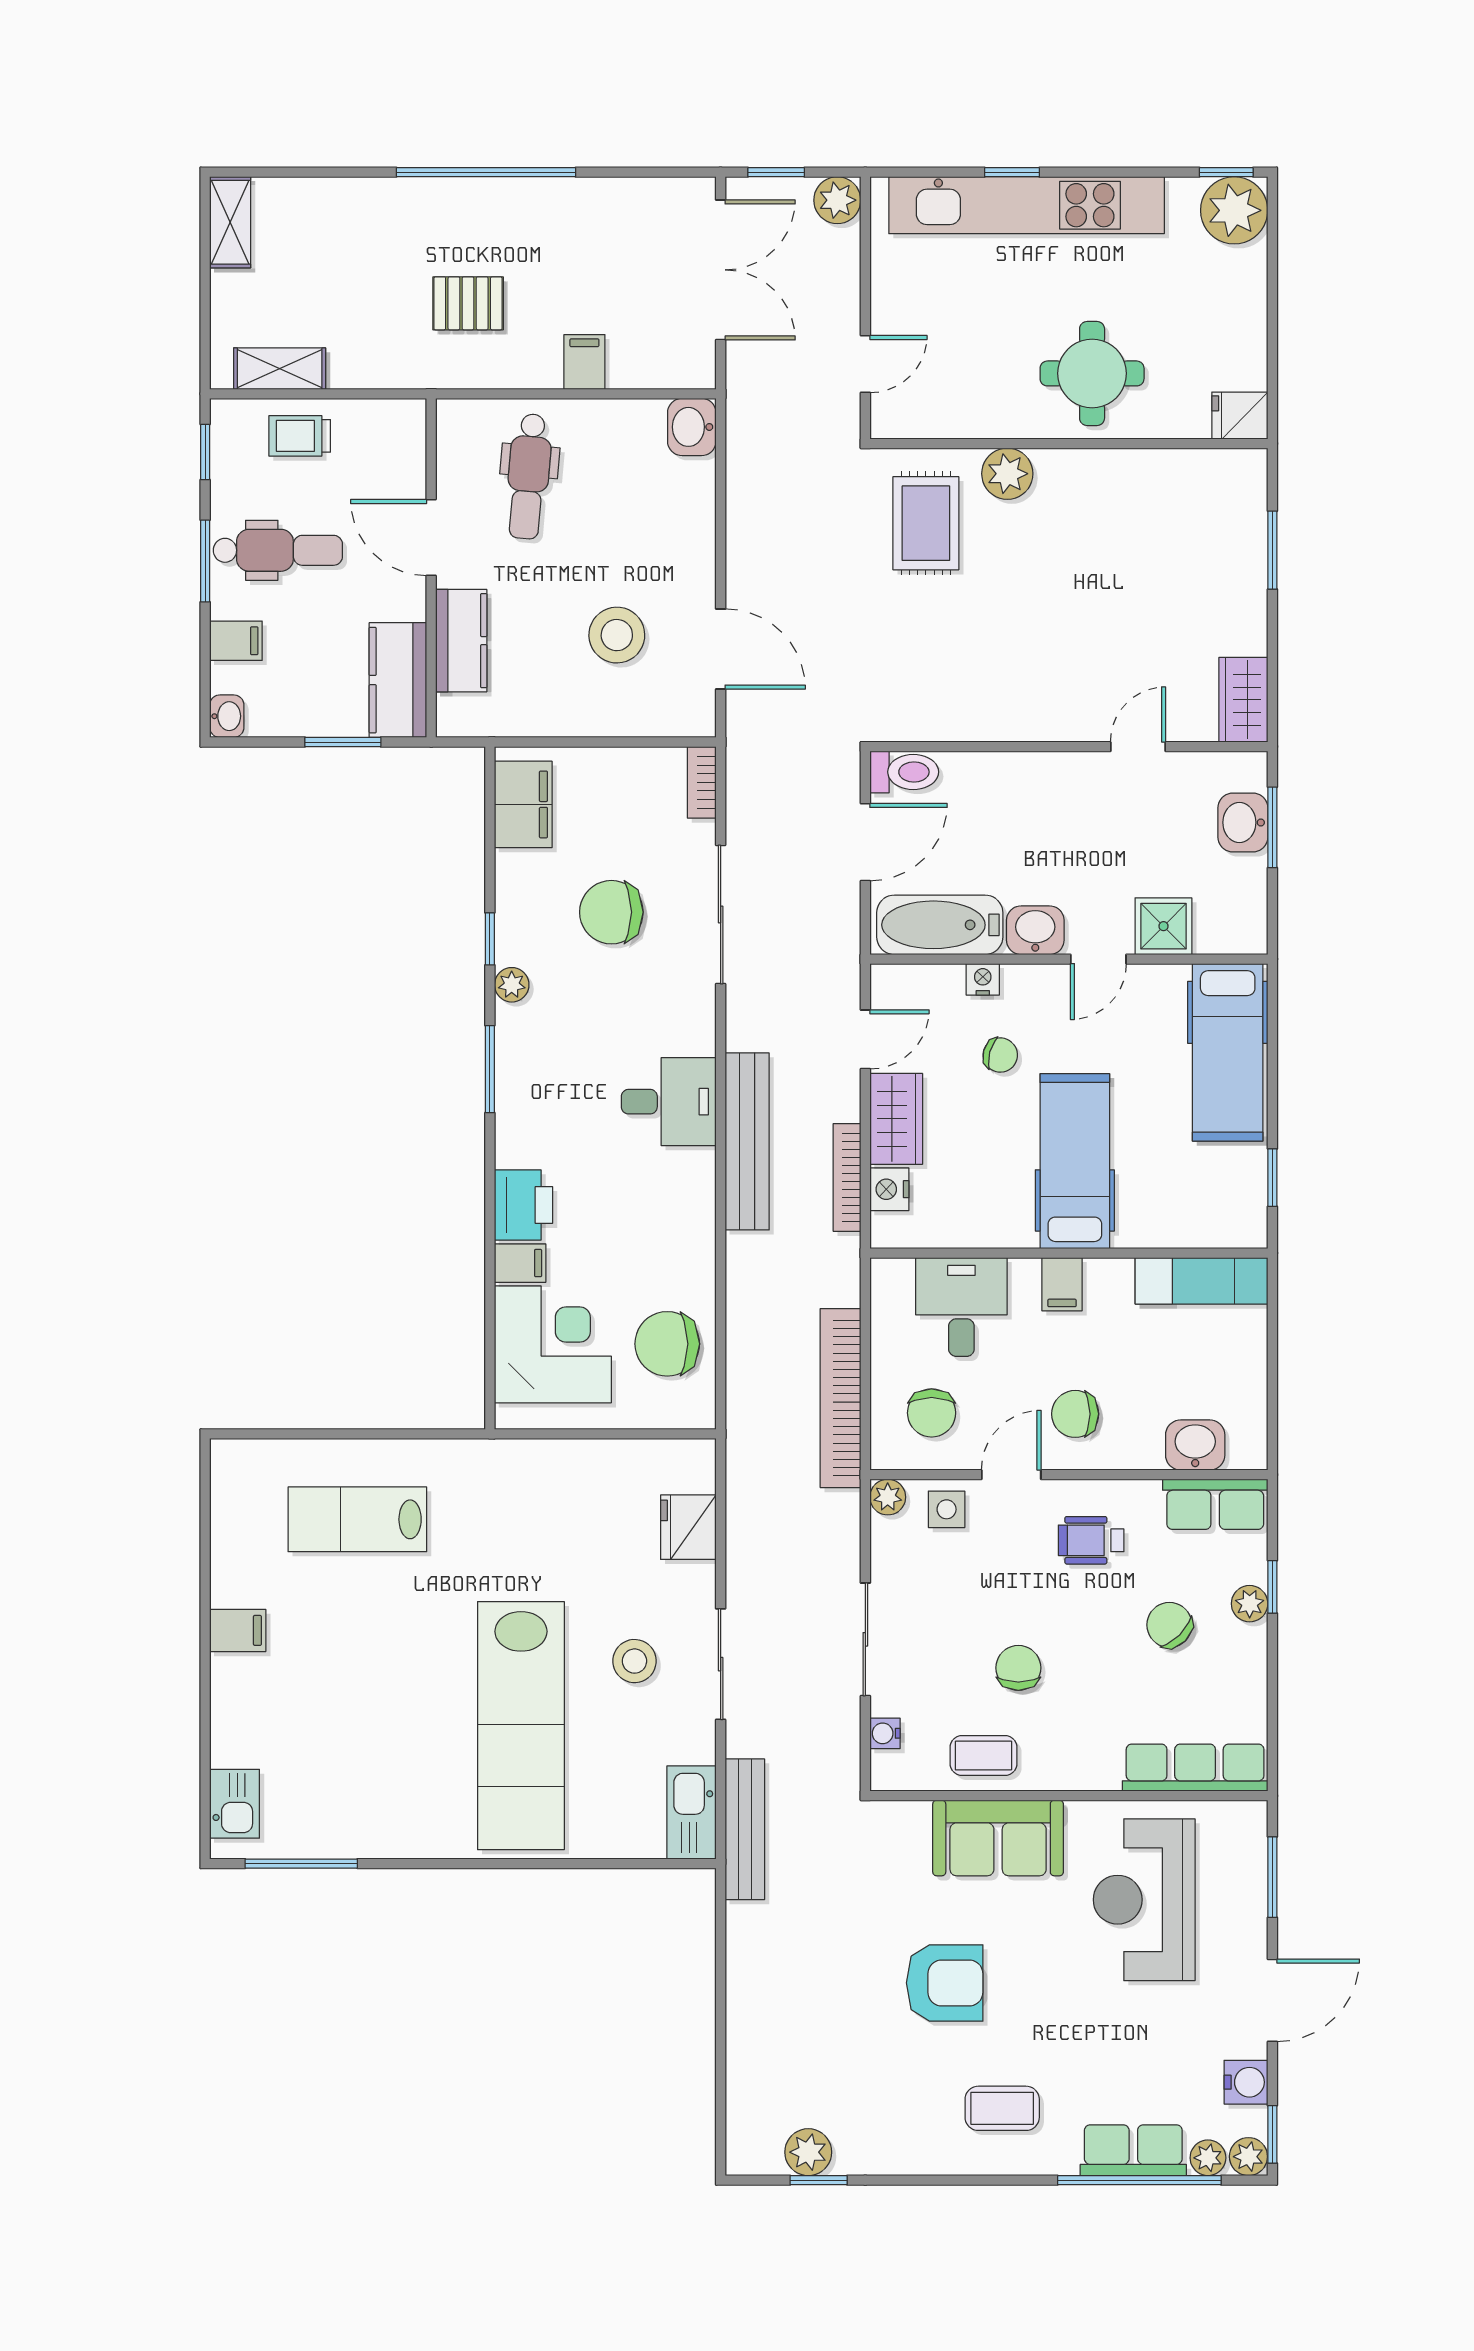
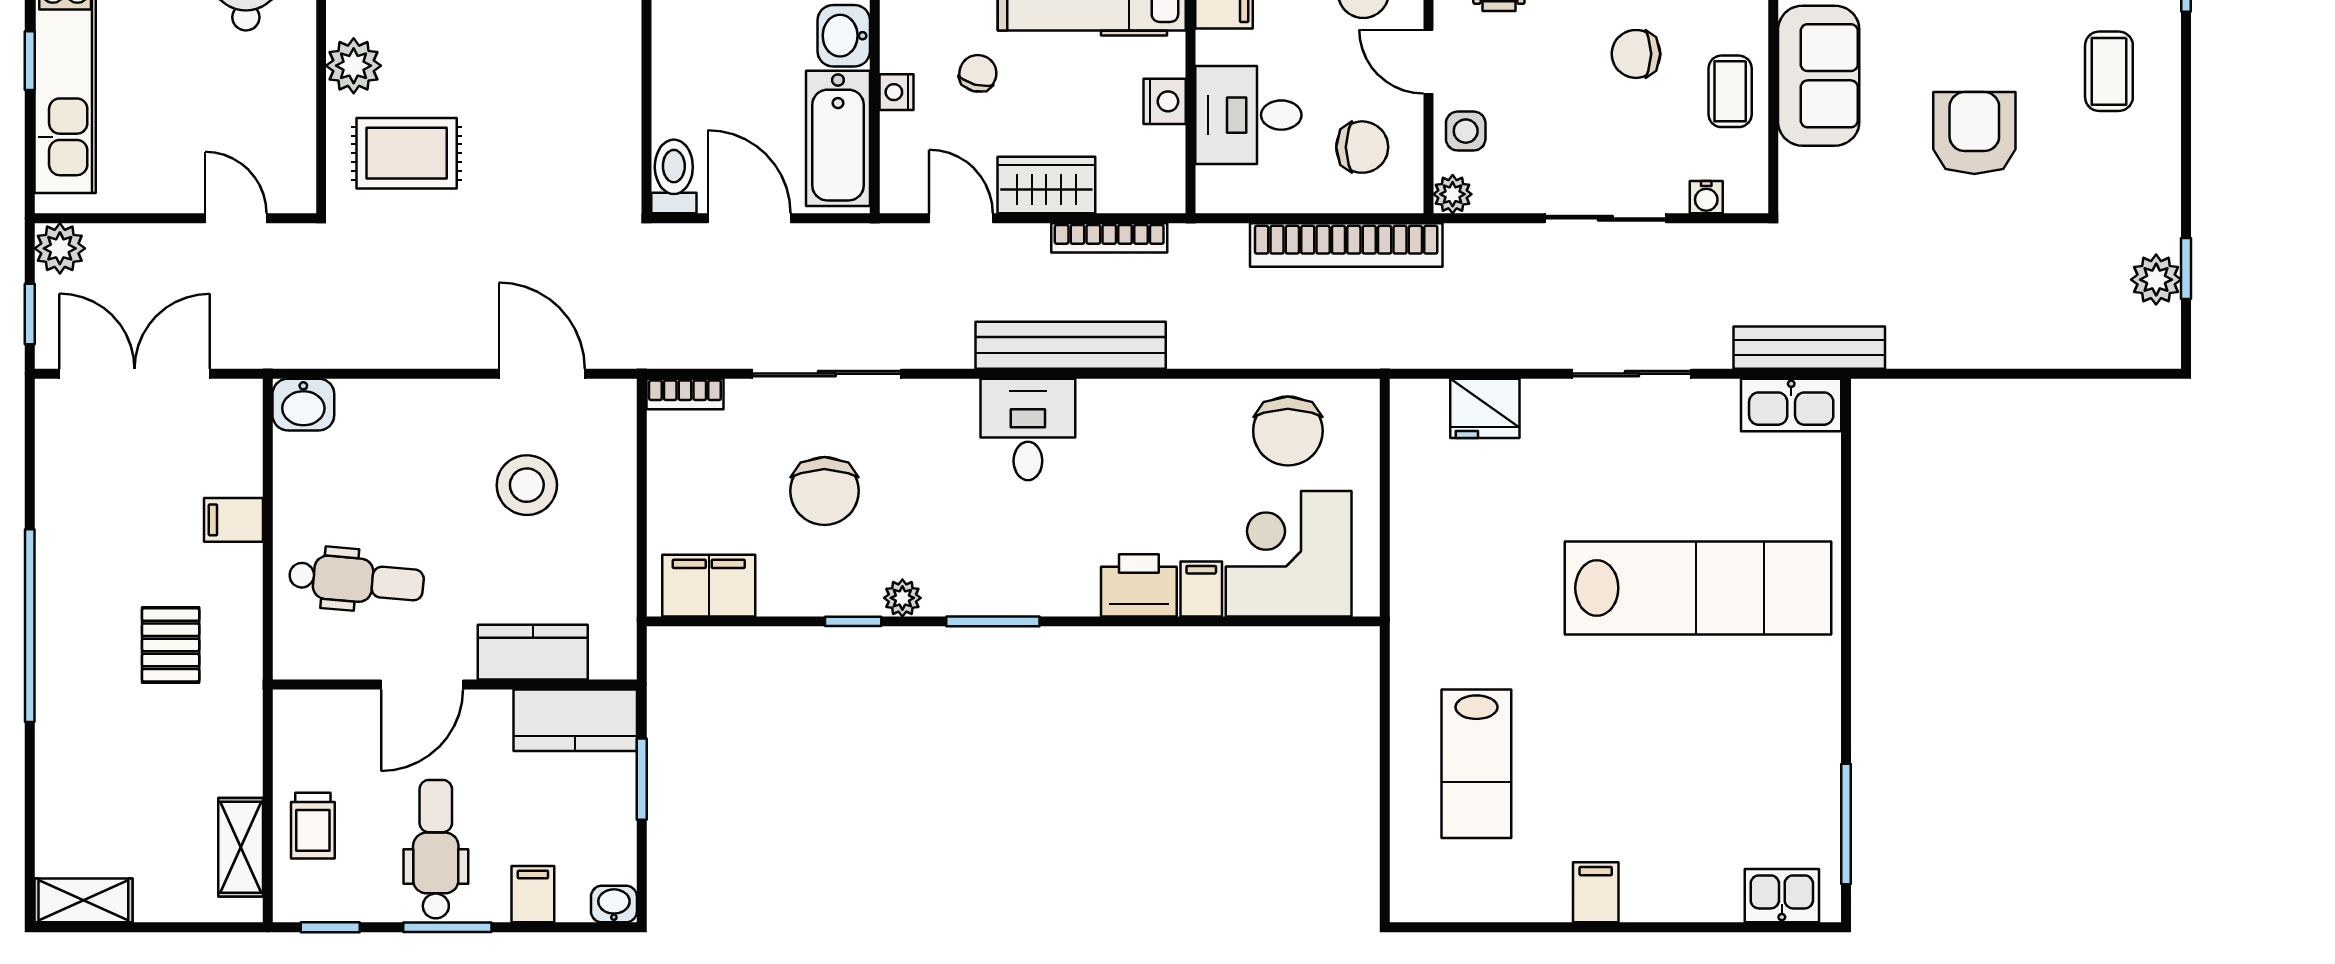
door: (721, 649) -> (542, 374), hinge flipped
nightstand: (889, 1189) -> (1165, 101), moved, turned -90
stool: (634, 1661) -> (1629, 466), removed

